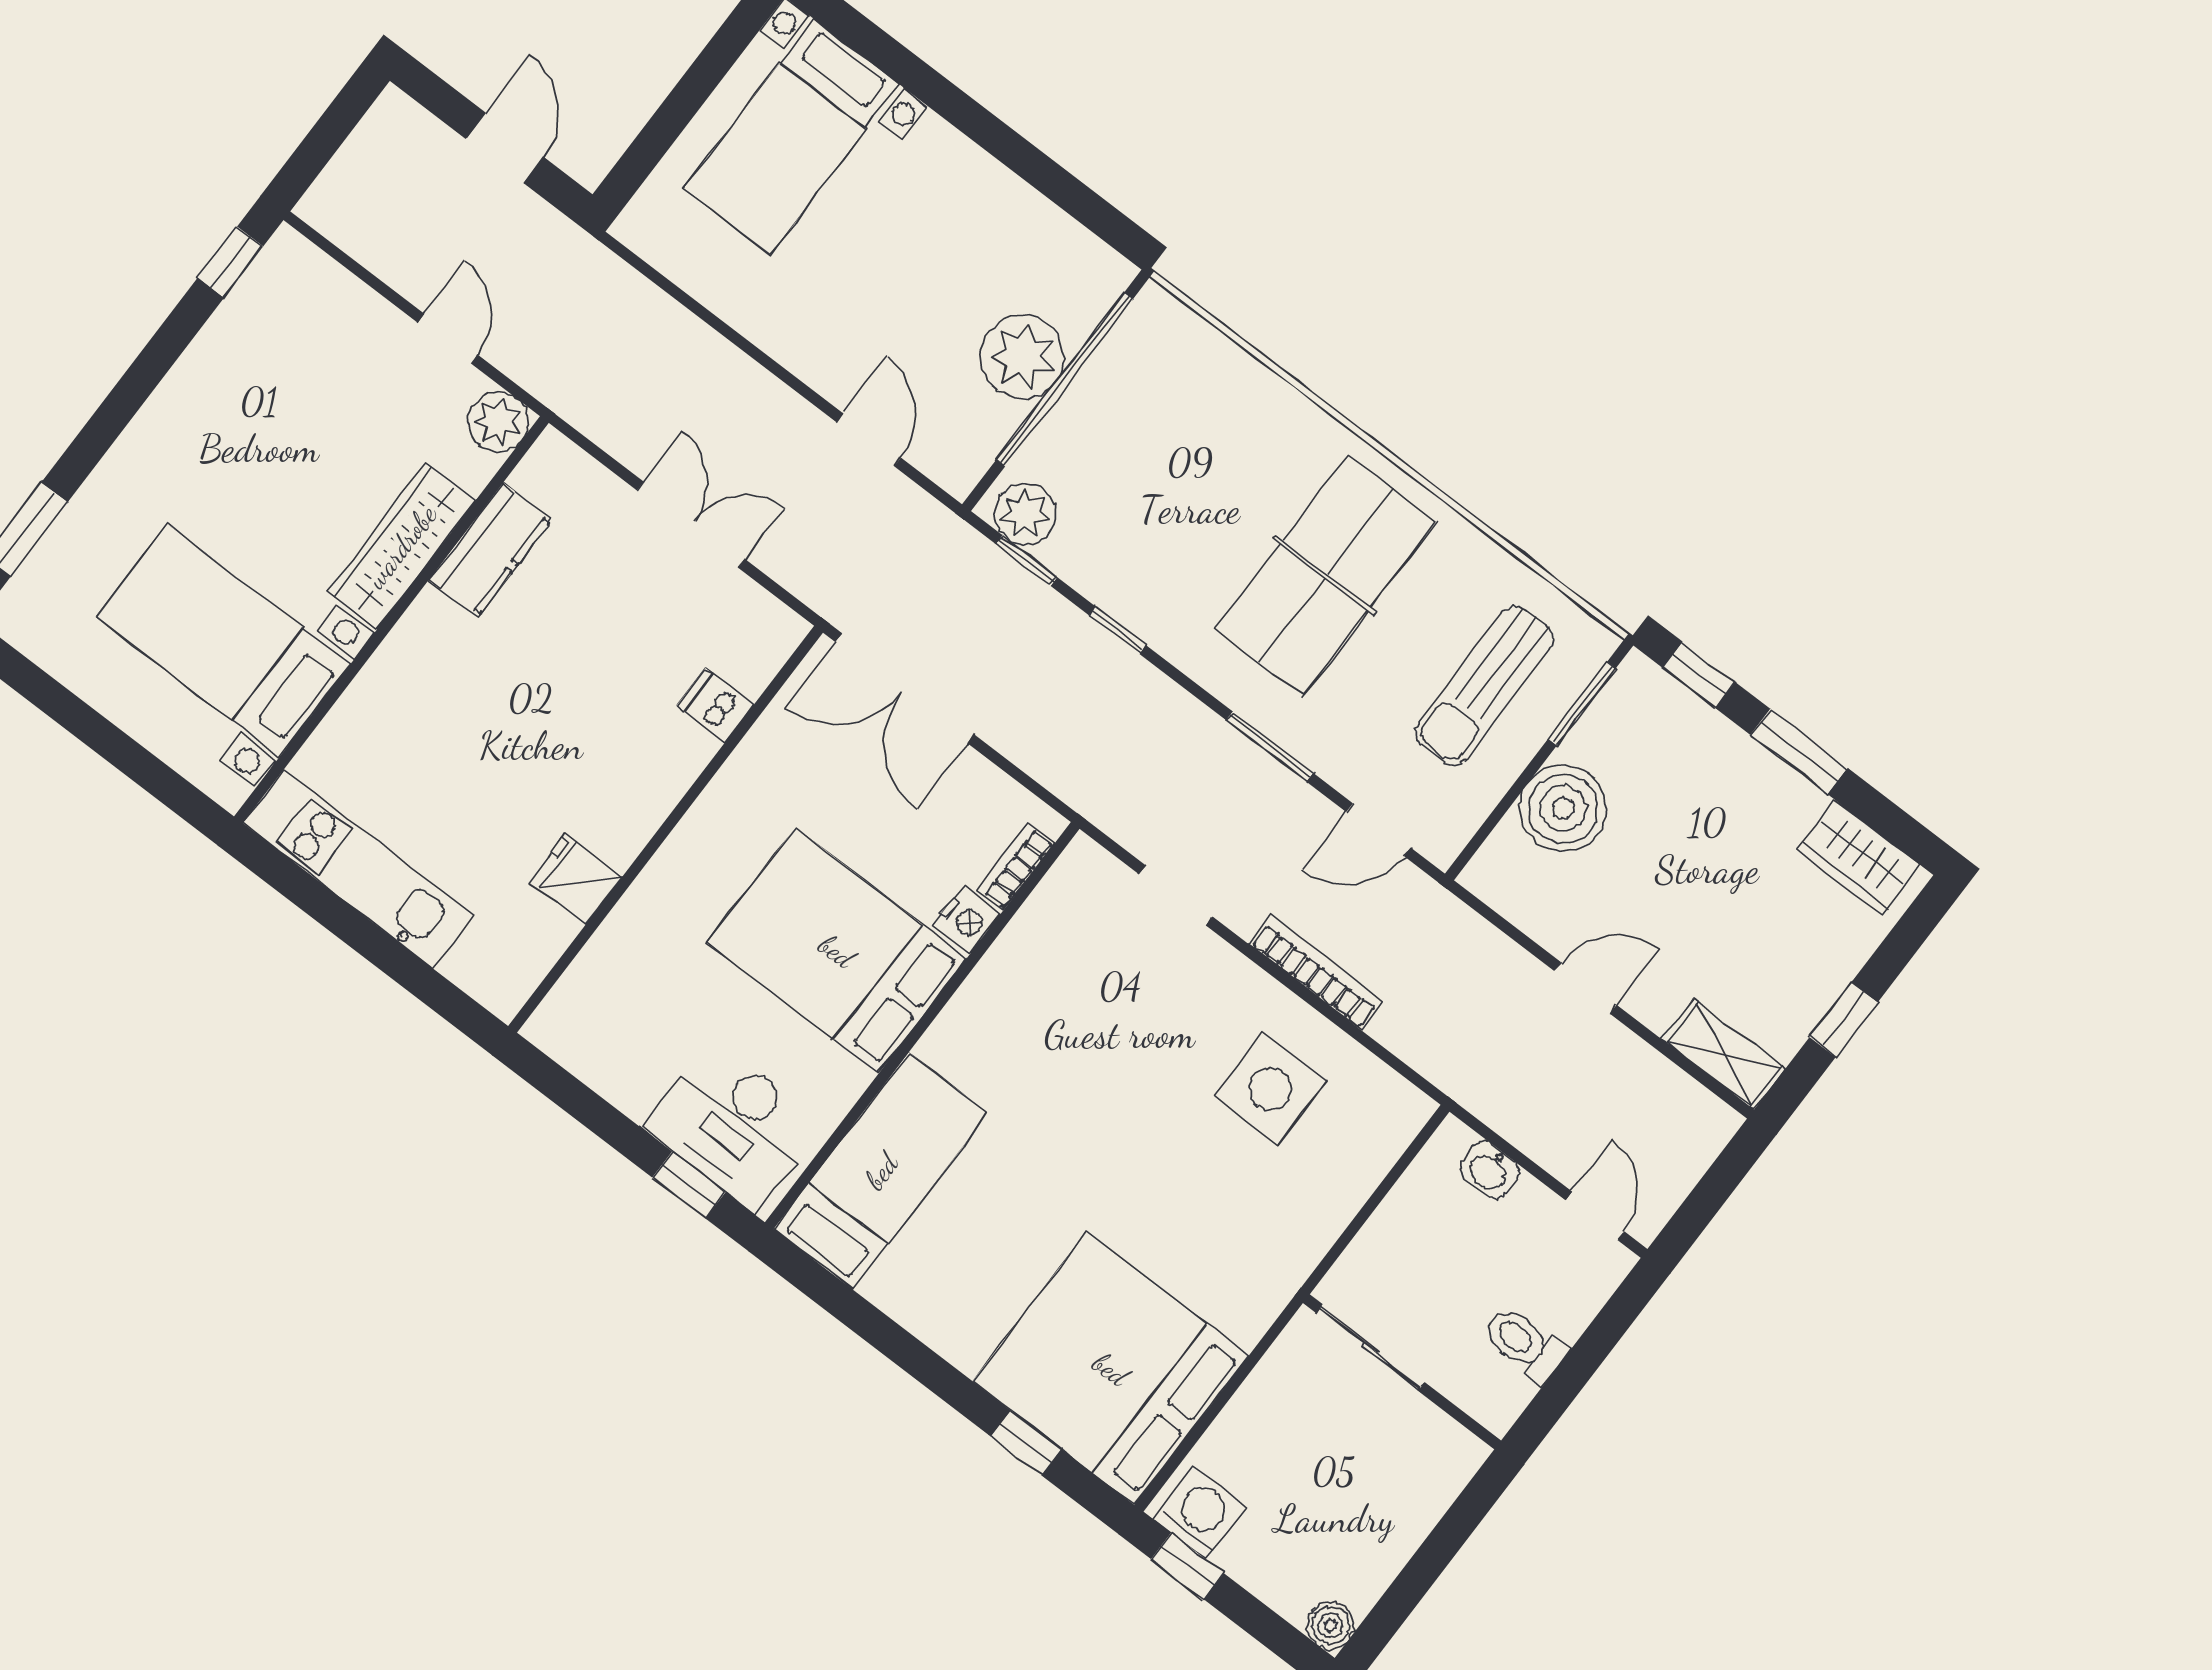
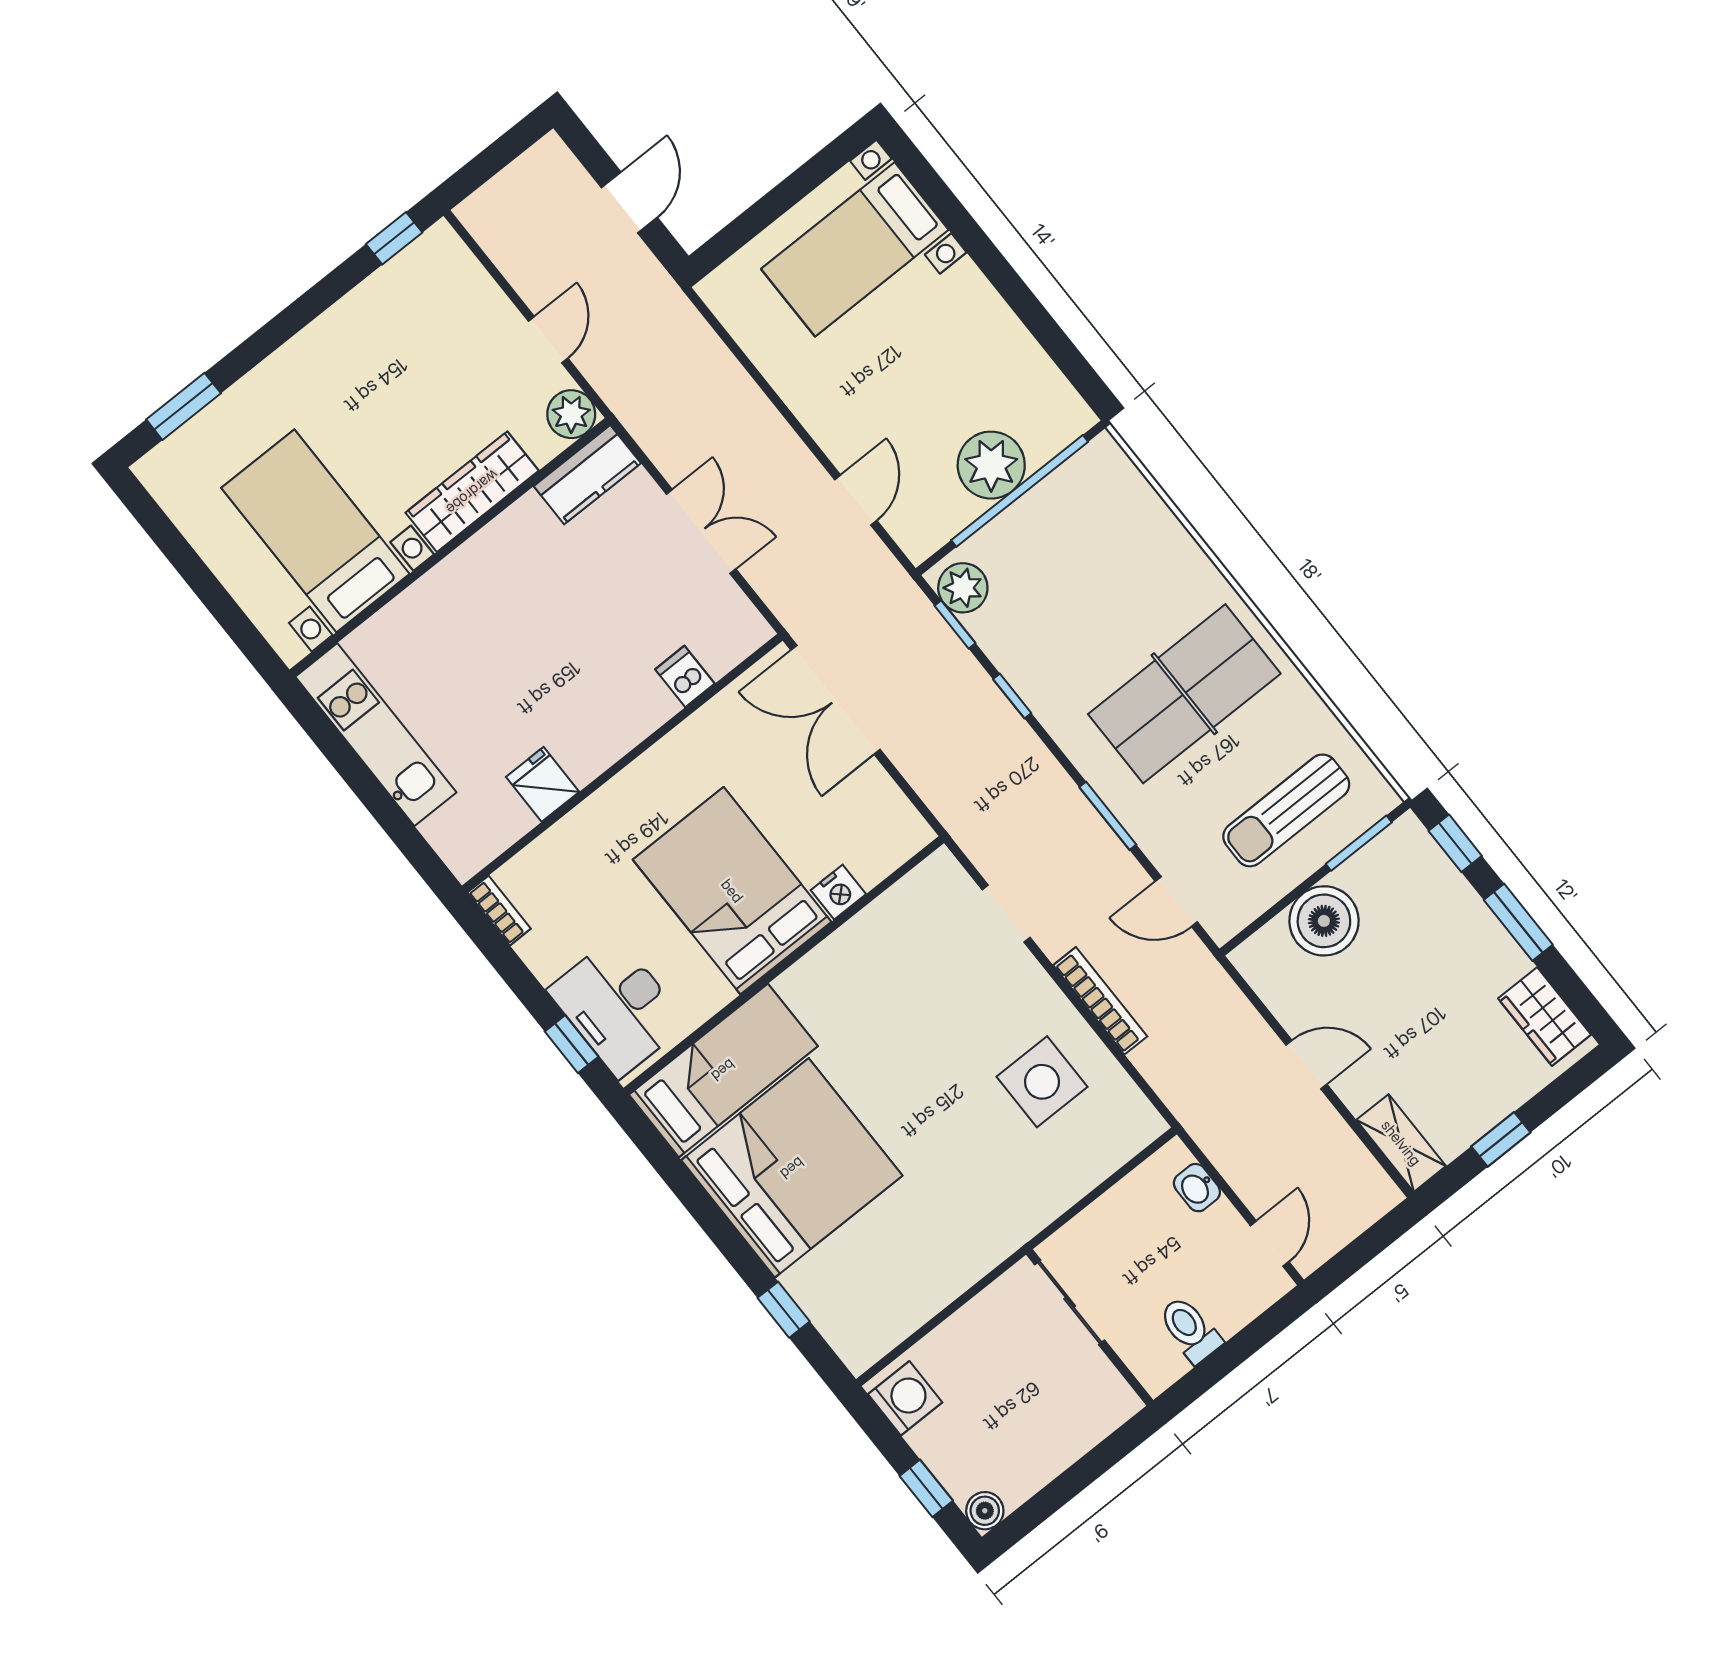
kitchen counter: (490, 550) -> (587, 475), moved
bookcase: (1015, 867) -> (499, 911), moved, turned 90
bed: (1111, 1369) -> (792, 1168), moved, turned 90
window: (1187, 1566) -> (926, 1488), moved

